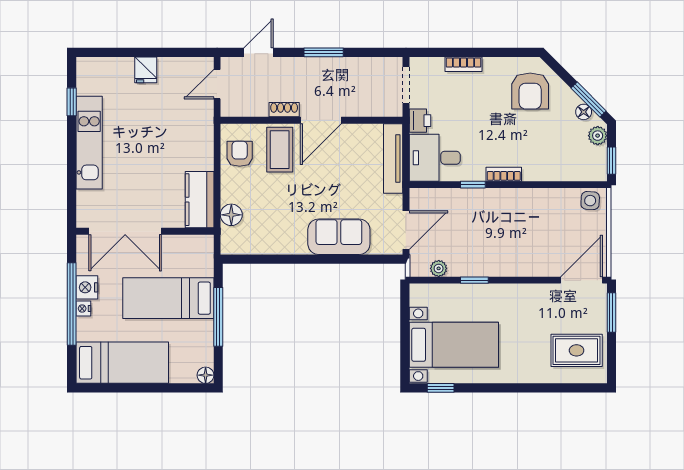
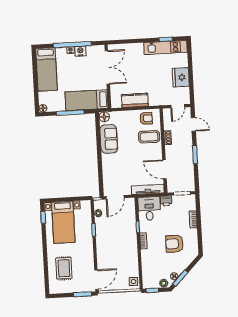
fridge: (146, 70) -> (181, 77), width x1.88, depth x1.34
door: (217, 84) -> (178, 106), swing flipped
armchair: (530, 91) -> (174, 244), moved
door: (321, 120) -> (164, 169), moved
kitchen unit: (89, 143) -> (165, 47), moved
kitchen counter: (200, 200) -> (135, 100), moved
floor lamp: (231, 215) -> (104, 117), moved
door: (406, 230) -> (115, 197), hinge flipped
double door: (125, 231) -> (107, 67), swing flipped
sofa: (339, 237) -> (109, 139), moved
door: (581, 280) -> (96, 280), hinge flipped
bed: (168, 298) -> (87, 100), moved, turned -90
rug: (577, 350) -> (64, 268), moved

